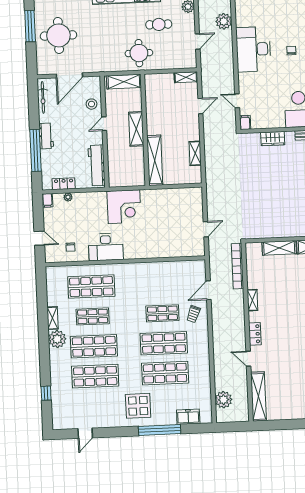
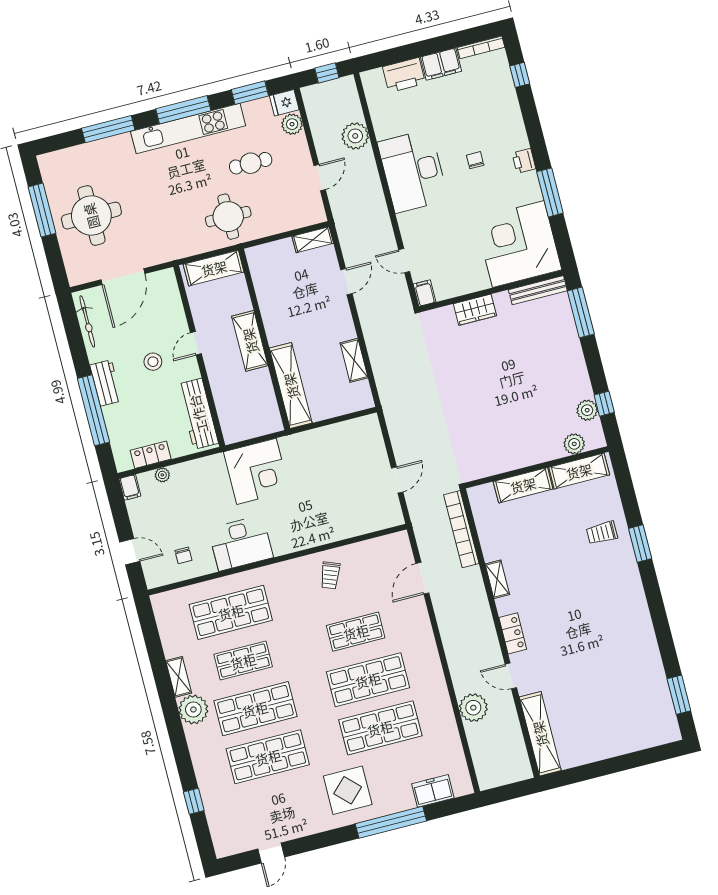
stool: (92, 104) -> (153, 362), moved
trolley: (193, 314) -> (330, 575), moved
plant: (224, 400) -> (473, 708), moved

